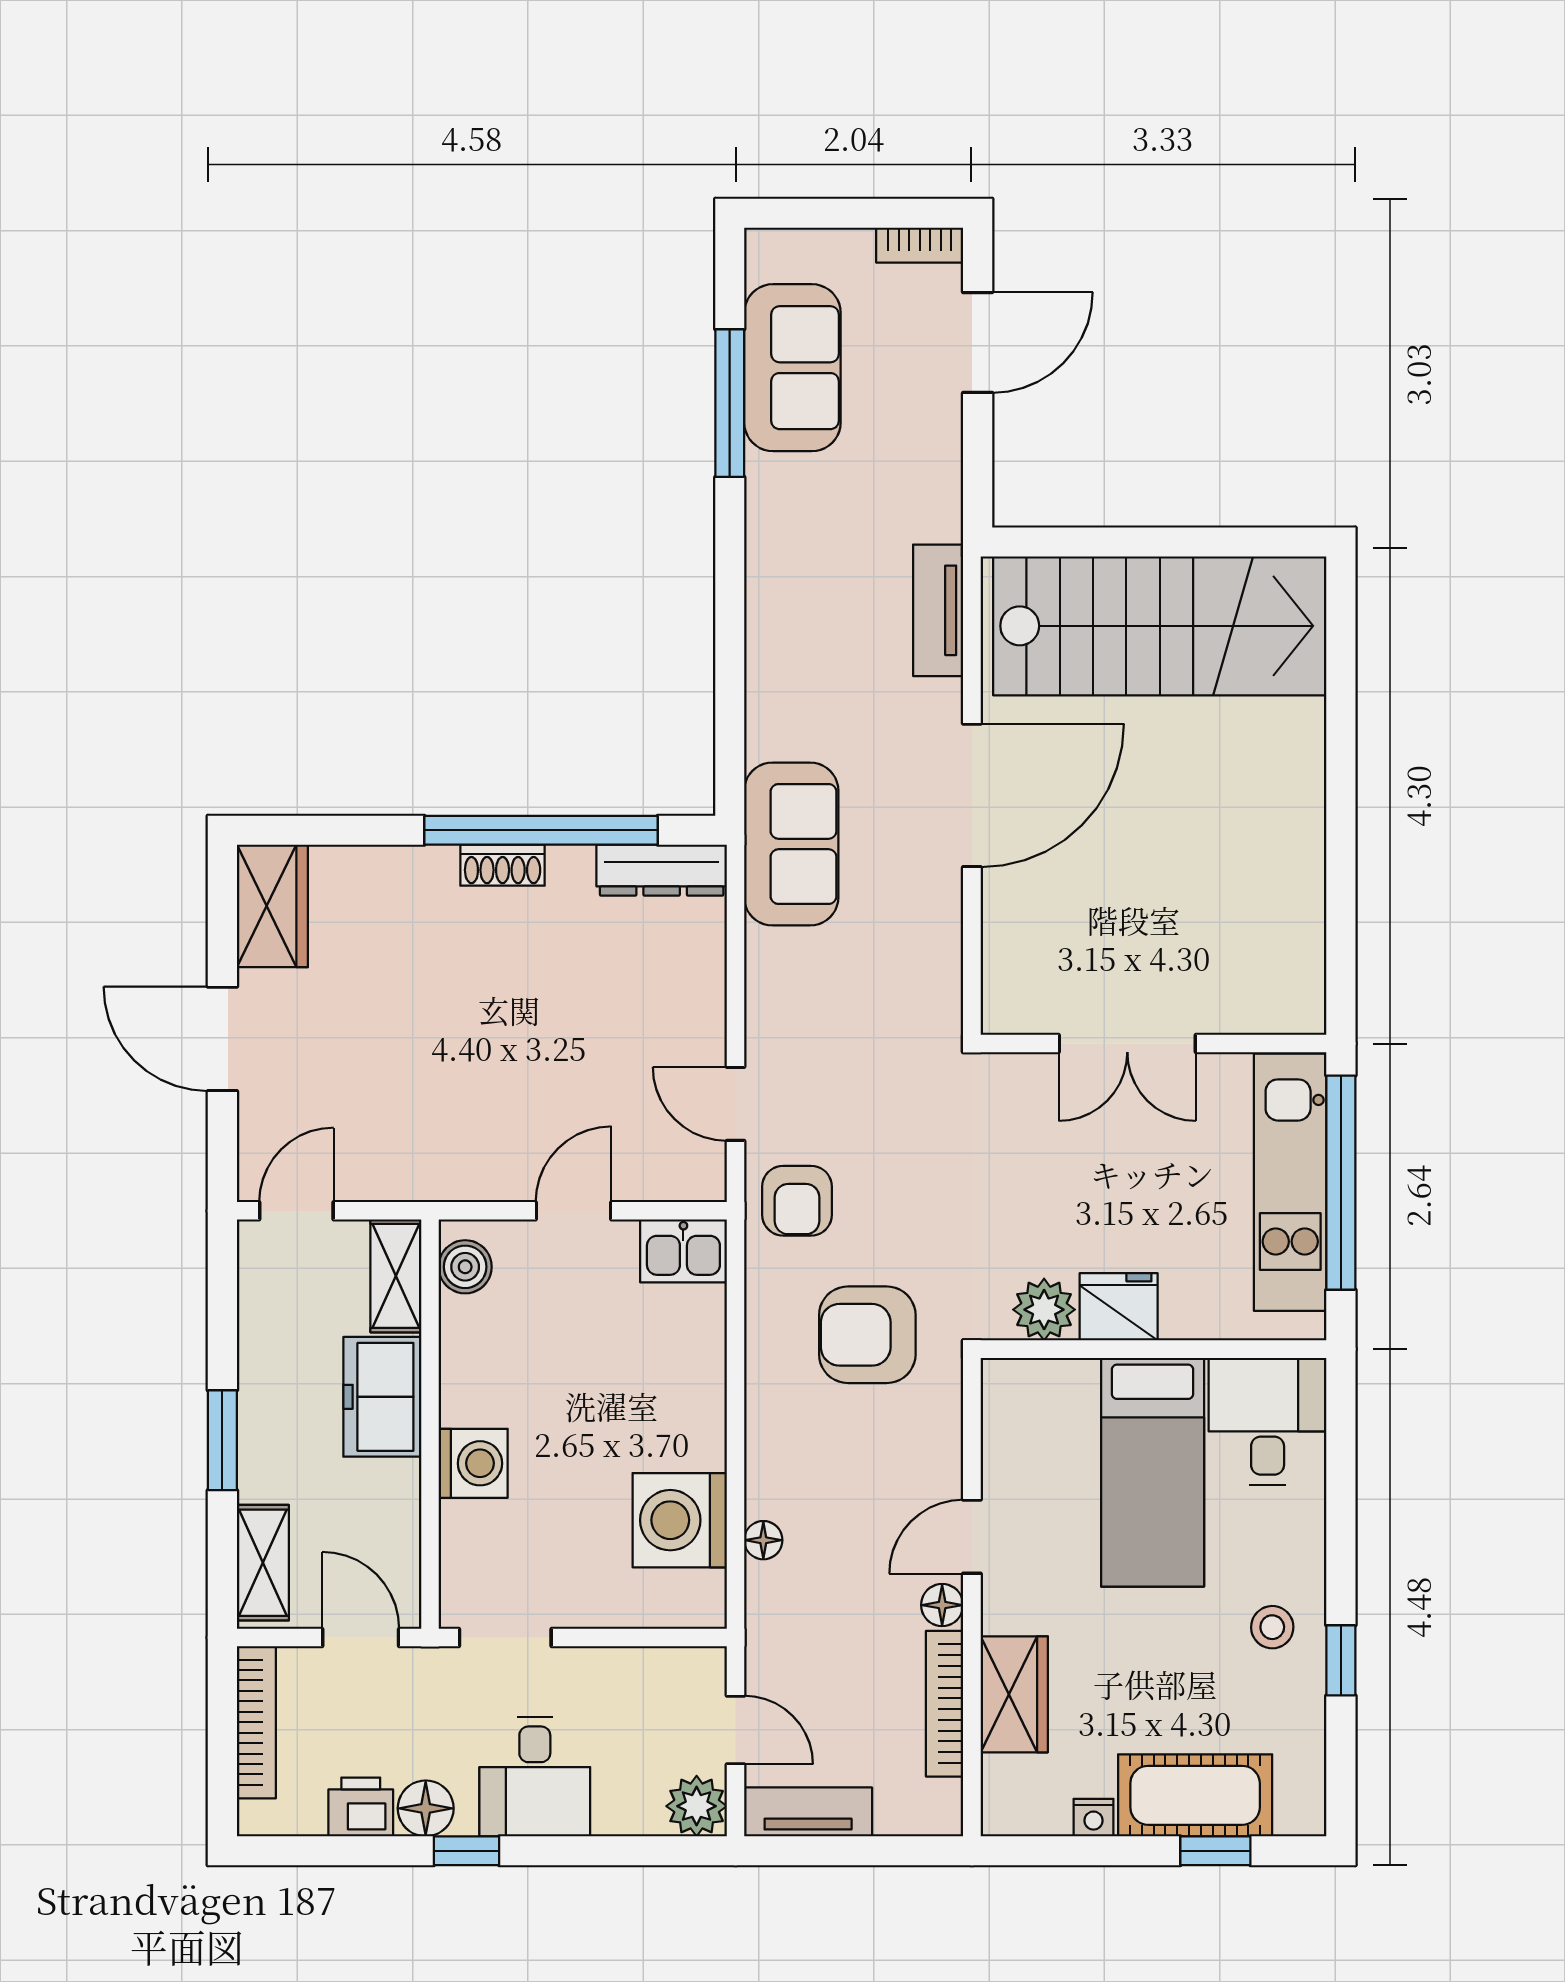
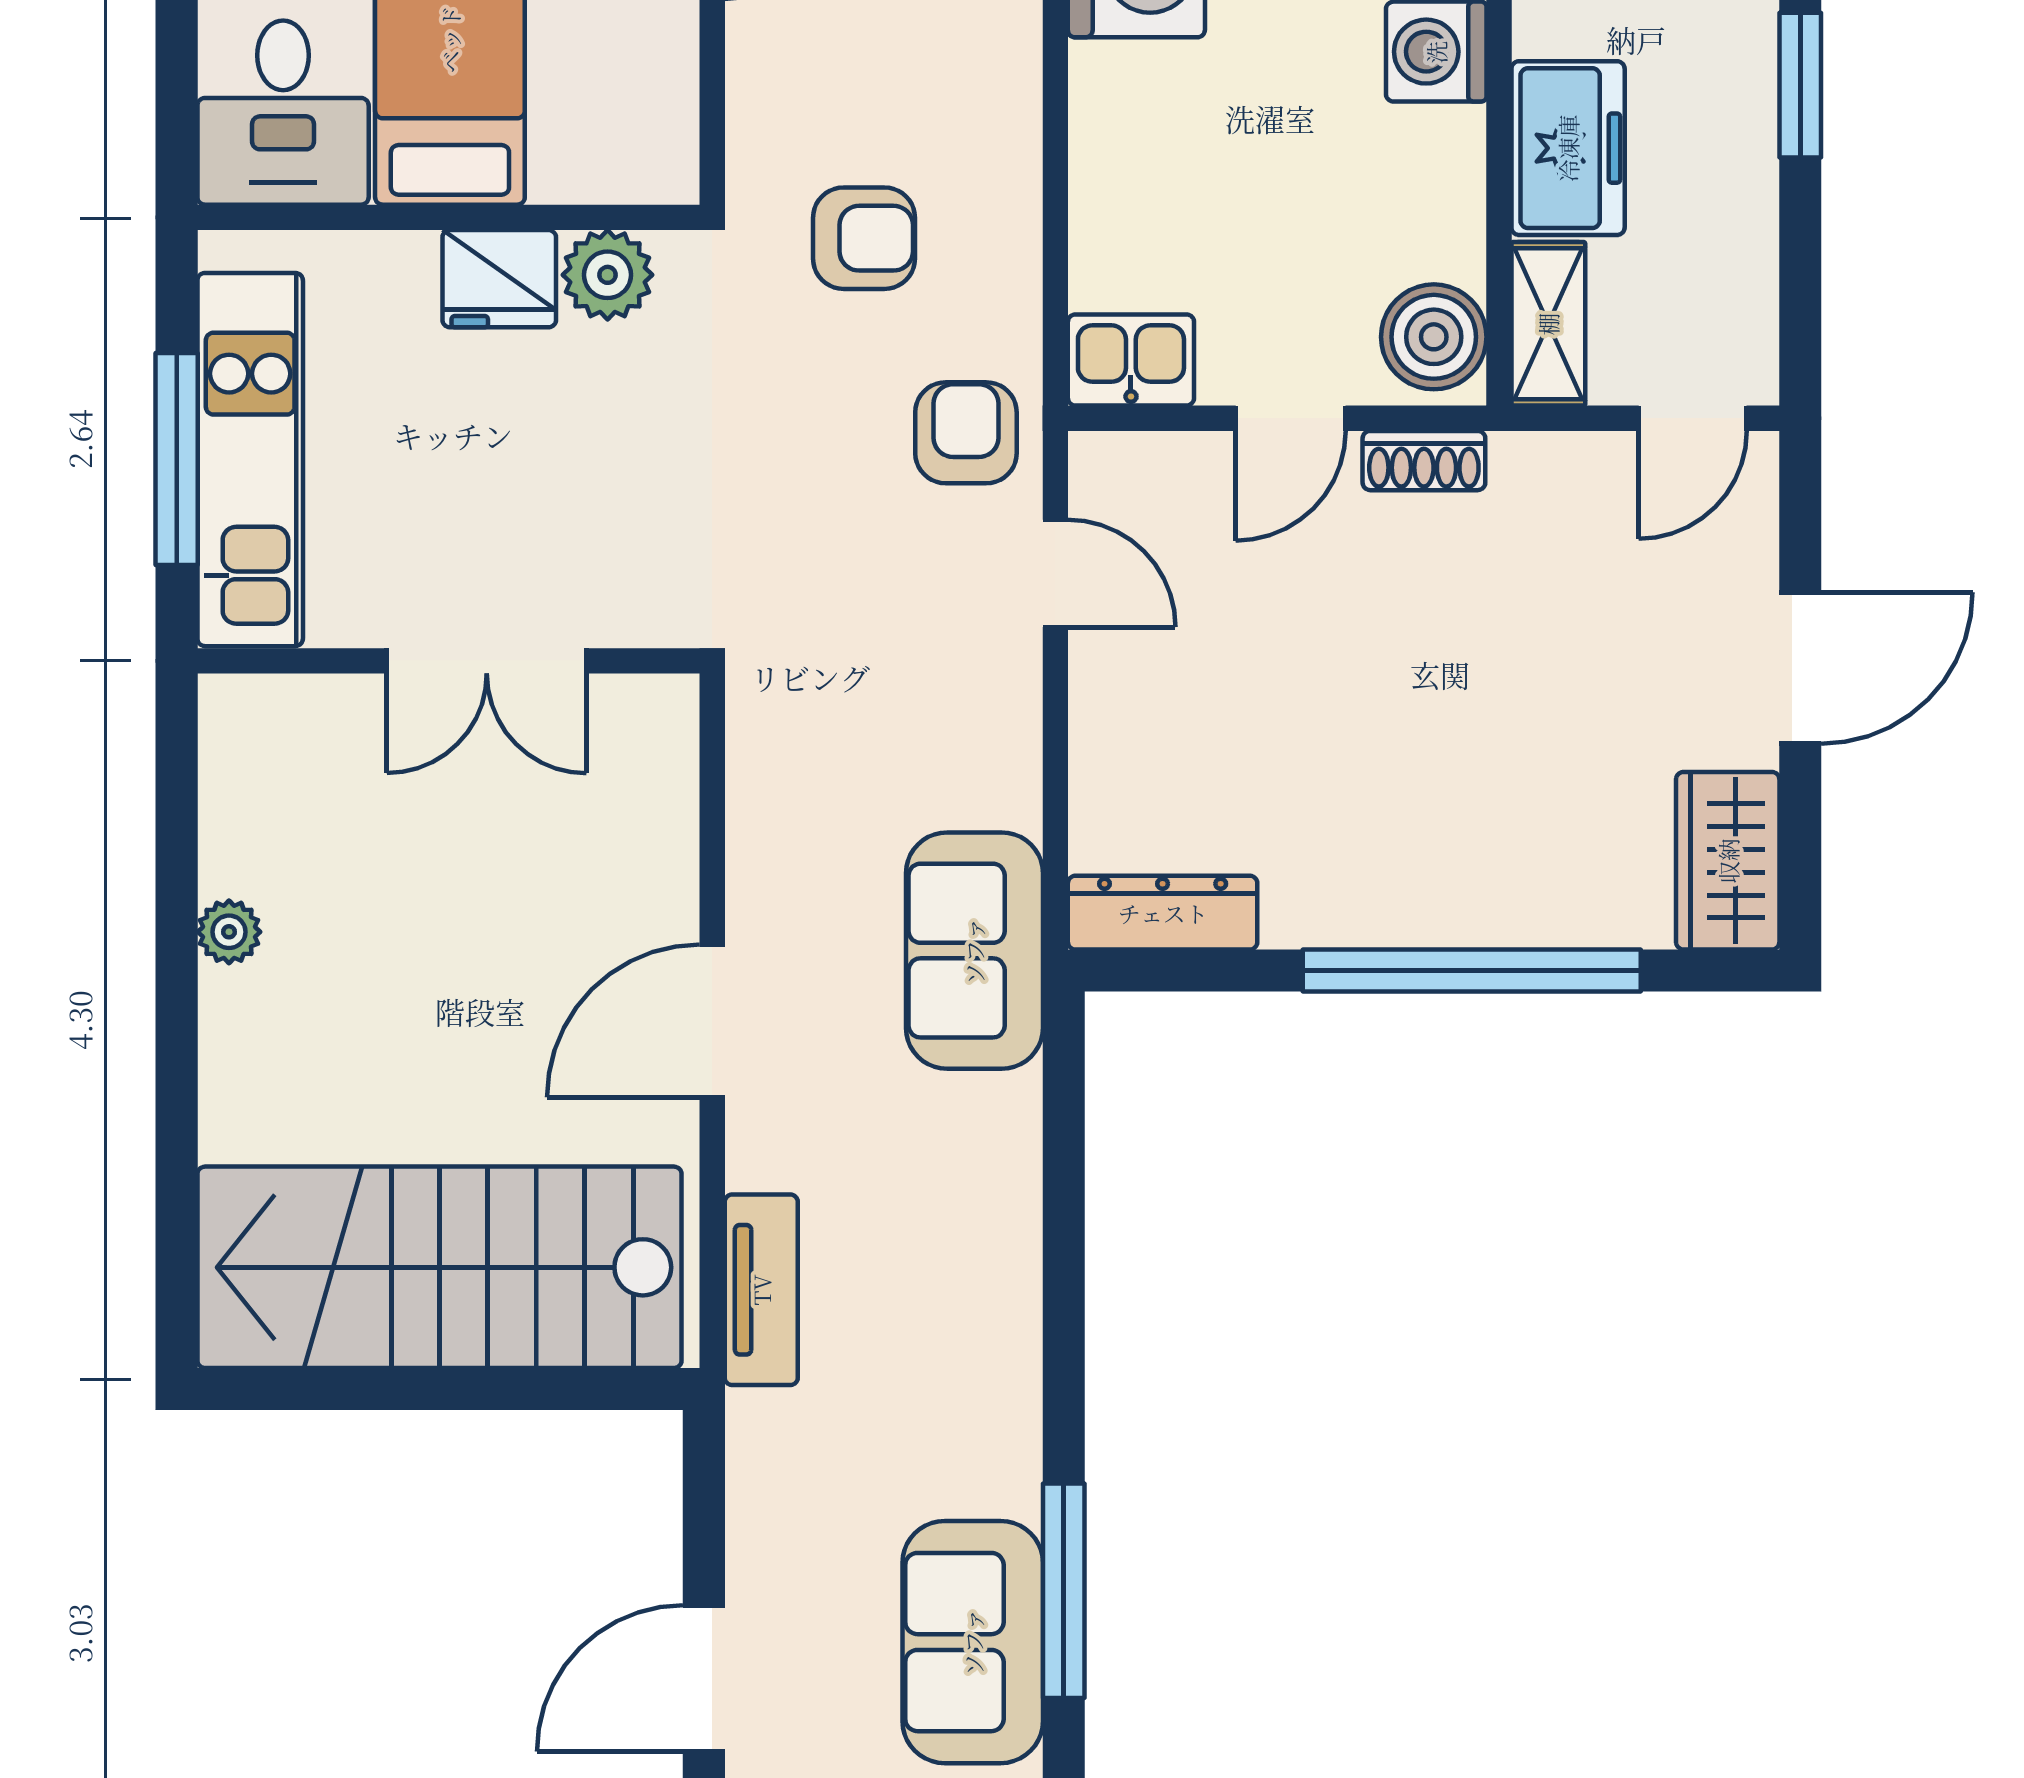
door: (972, 795) -> (712, 1021), width x0.73
window: (541, 830) -> (1472, 971), moved
plant: (1305, 857) -> (229, 932), added
shoe rack: (503, 865) -> (1424, 461), moved, turned 180
door: (222, 1039) -> (1800, 668), hinge flipped
double door: (1127, 1044) -> (487, 661), swing flipped
window: (1341, 1183) -> (177, 459), width x0.68
boiler: (465, 1267) -> (1434, 337), width x1.36, depth x1.36
armchair: (867, 1335) -> (864, 238), width x0.72, depth x0.72

